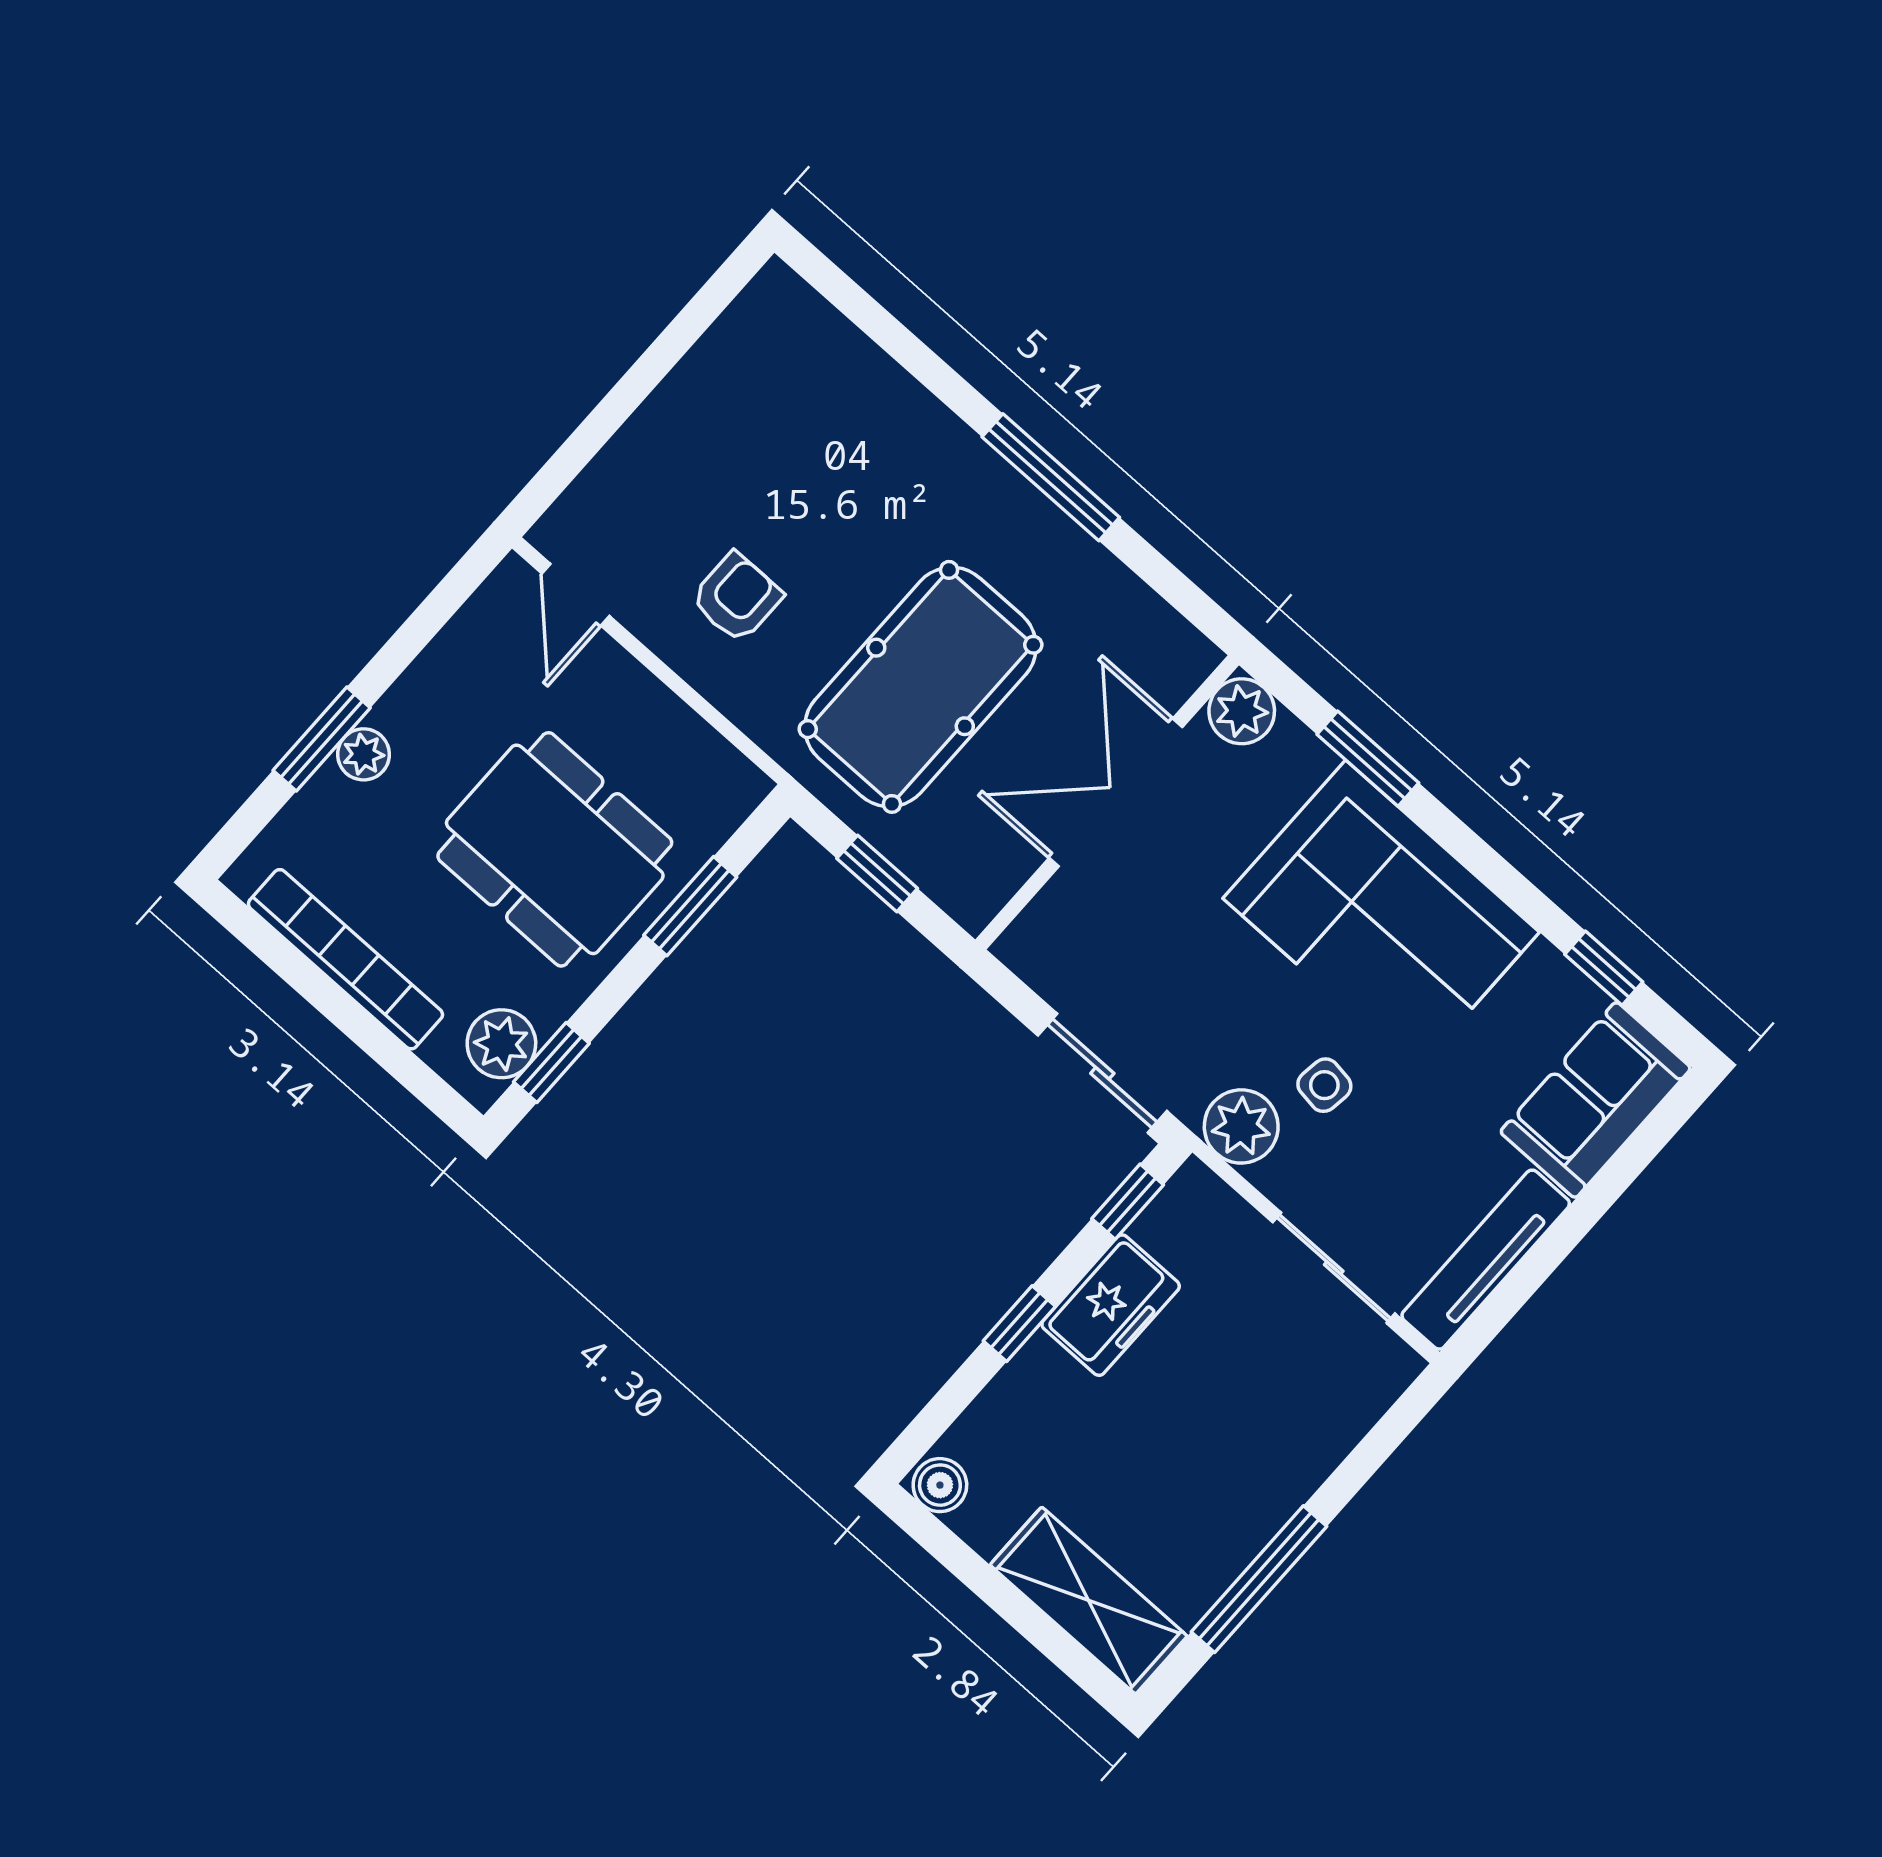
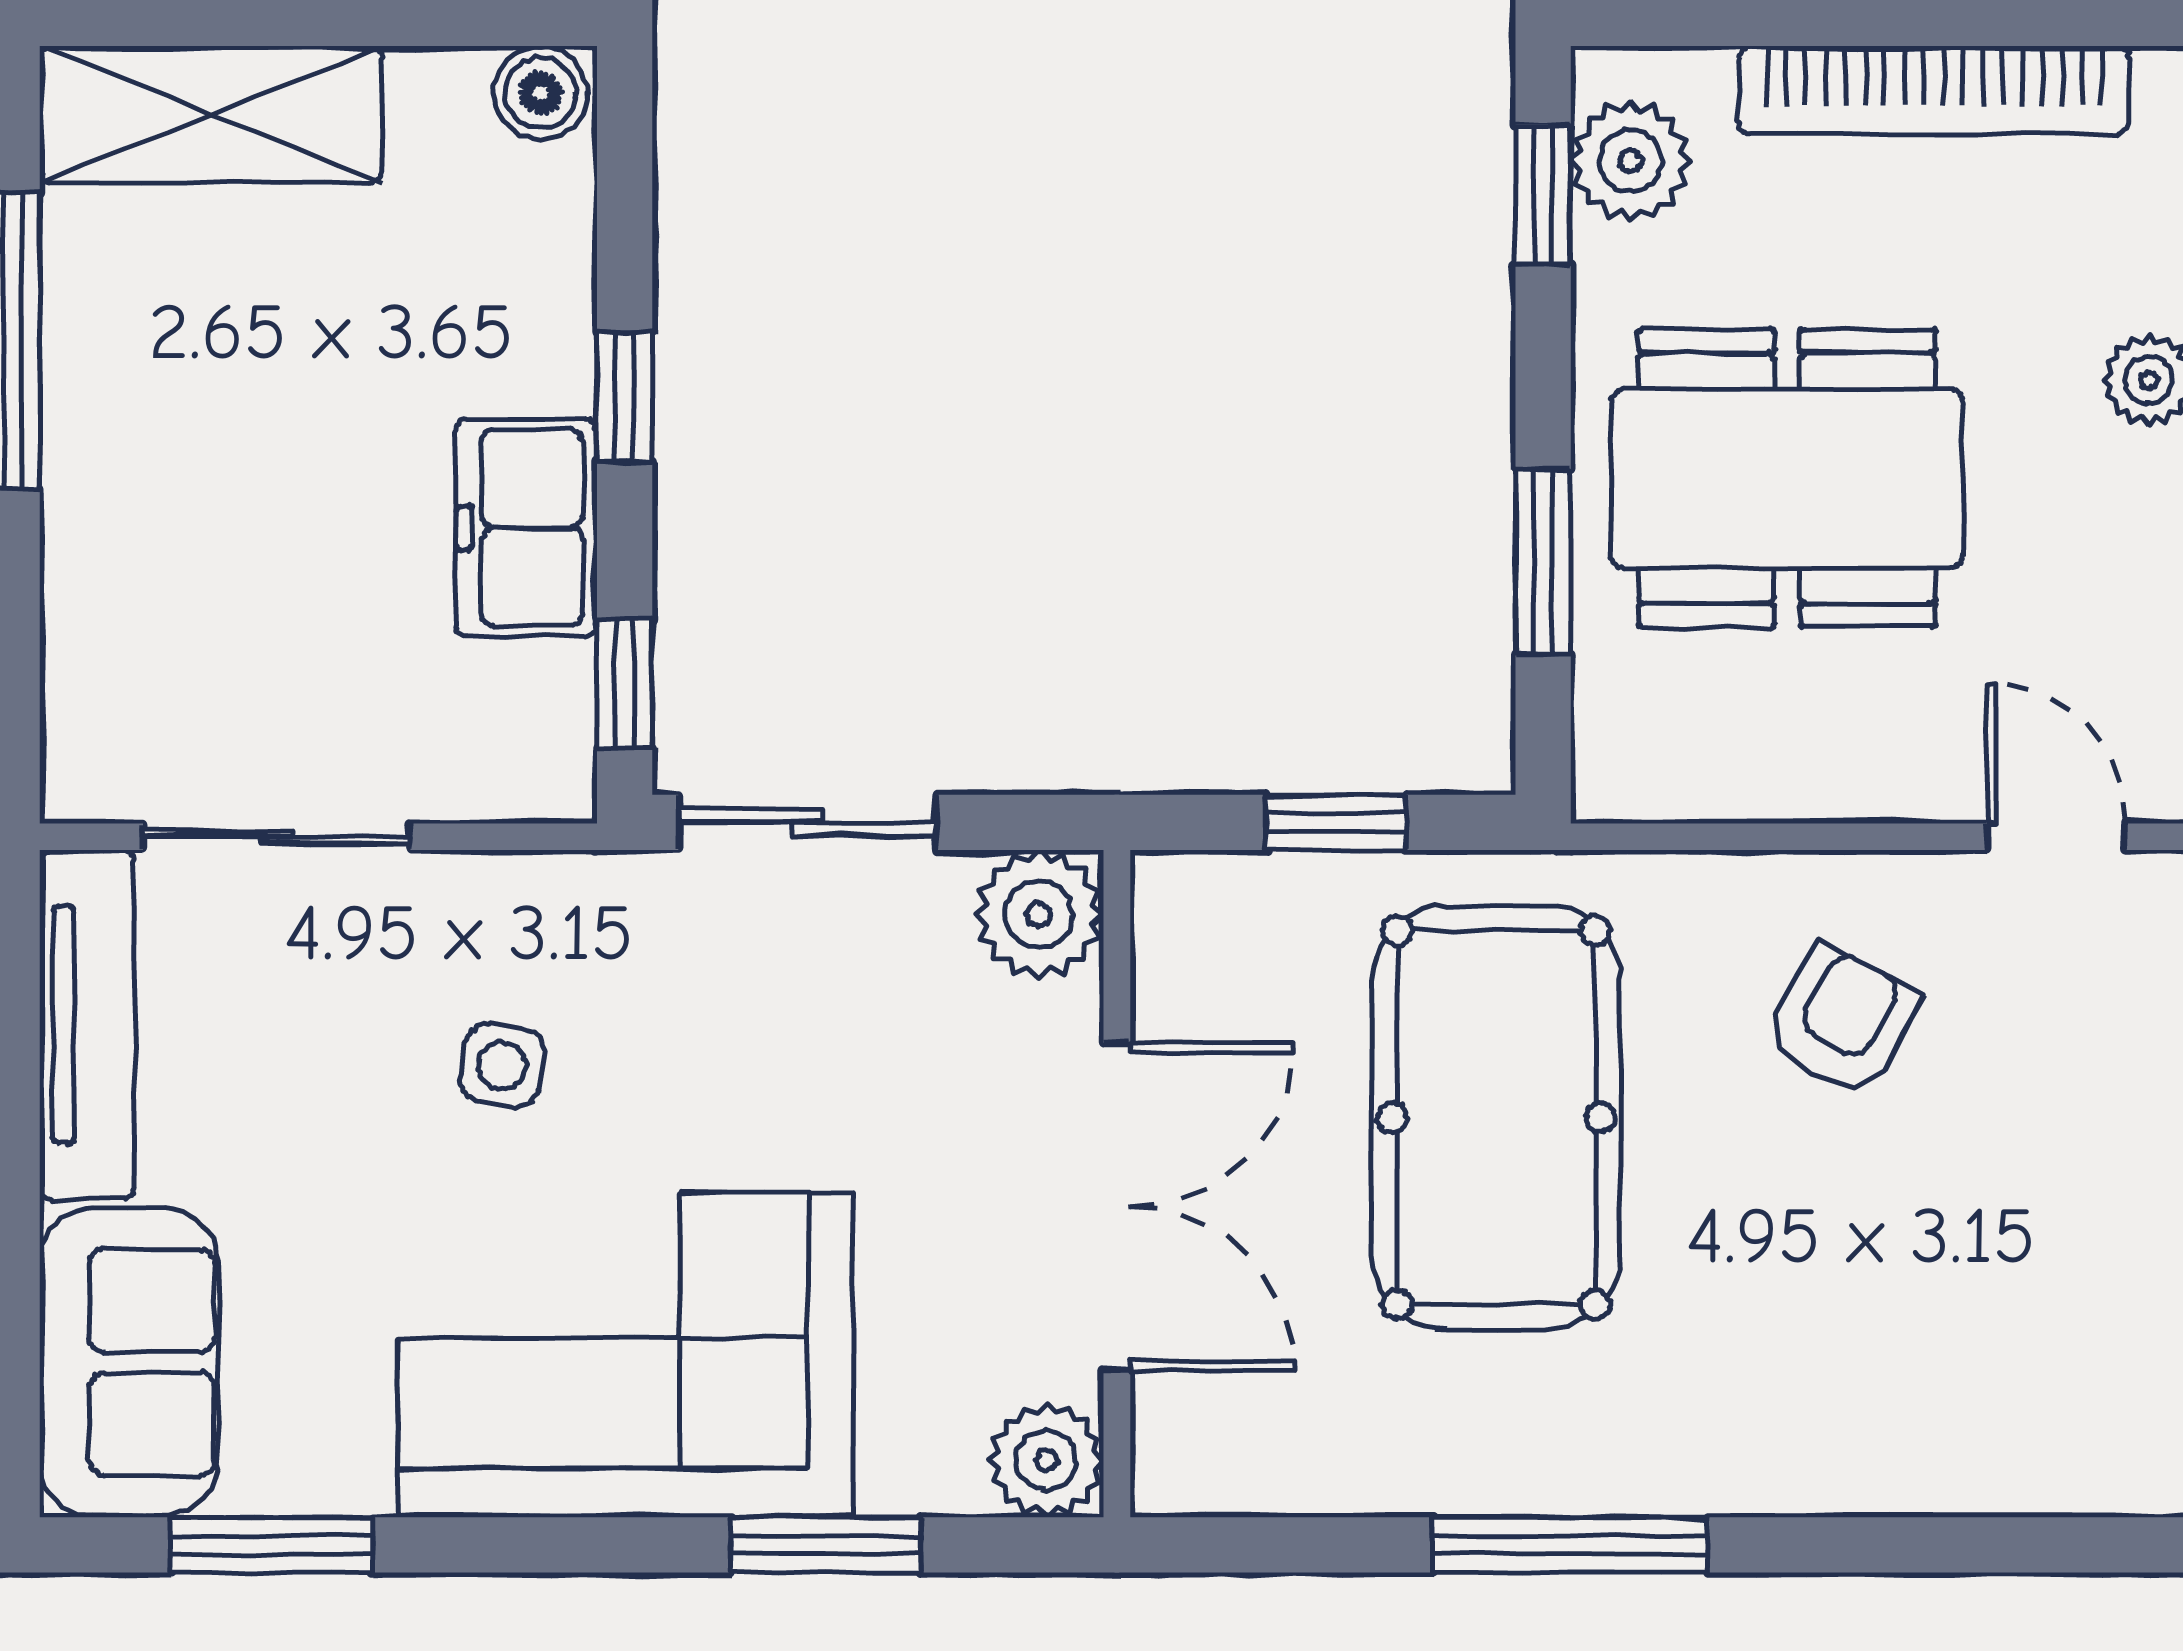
armchair: (737, 597) -> (1842, 1021), turned -152
window: (1604, 968) -> (272, 1545), width x1.50
plant: (1241, 1126) -> (1039, 915), moved

